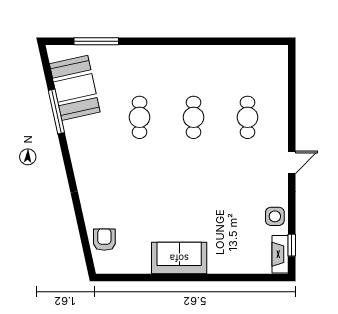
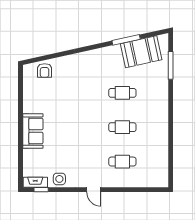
armchair: (104, 240) -> (45, 70), turned 90
sofa: (179, 258) -> (33, 131), moved

